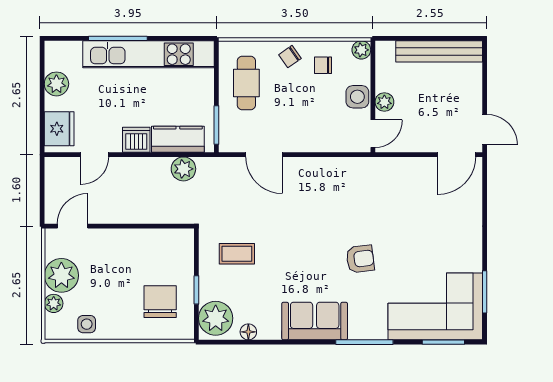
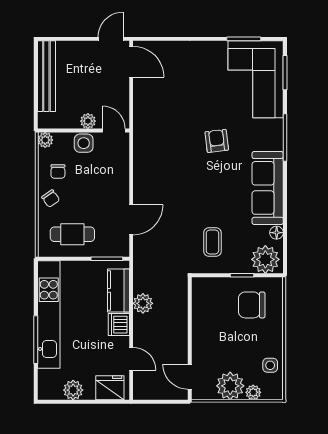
plant: (183, 169) -> (143, 303), moved
sofa: (315, 321) -> (268, 188), width x1.36

